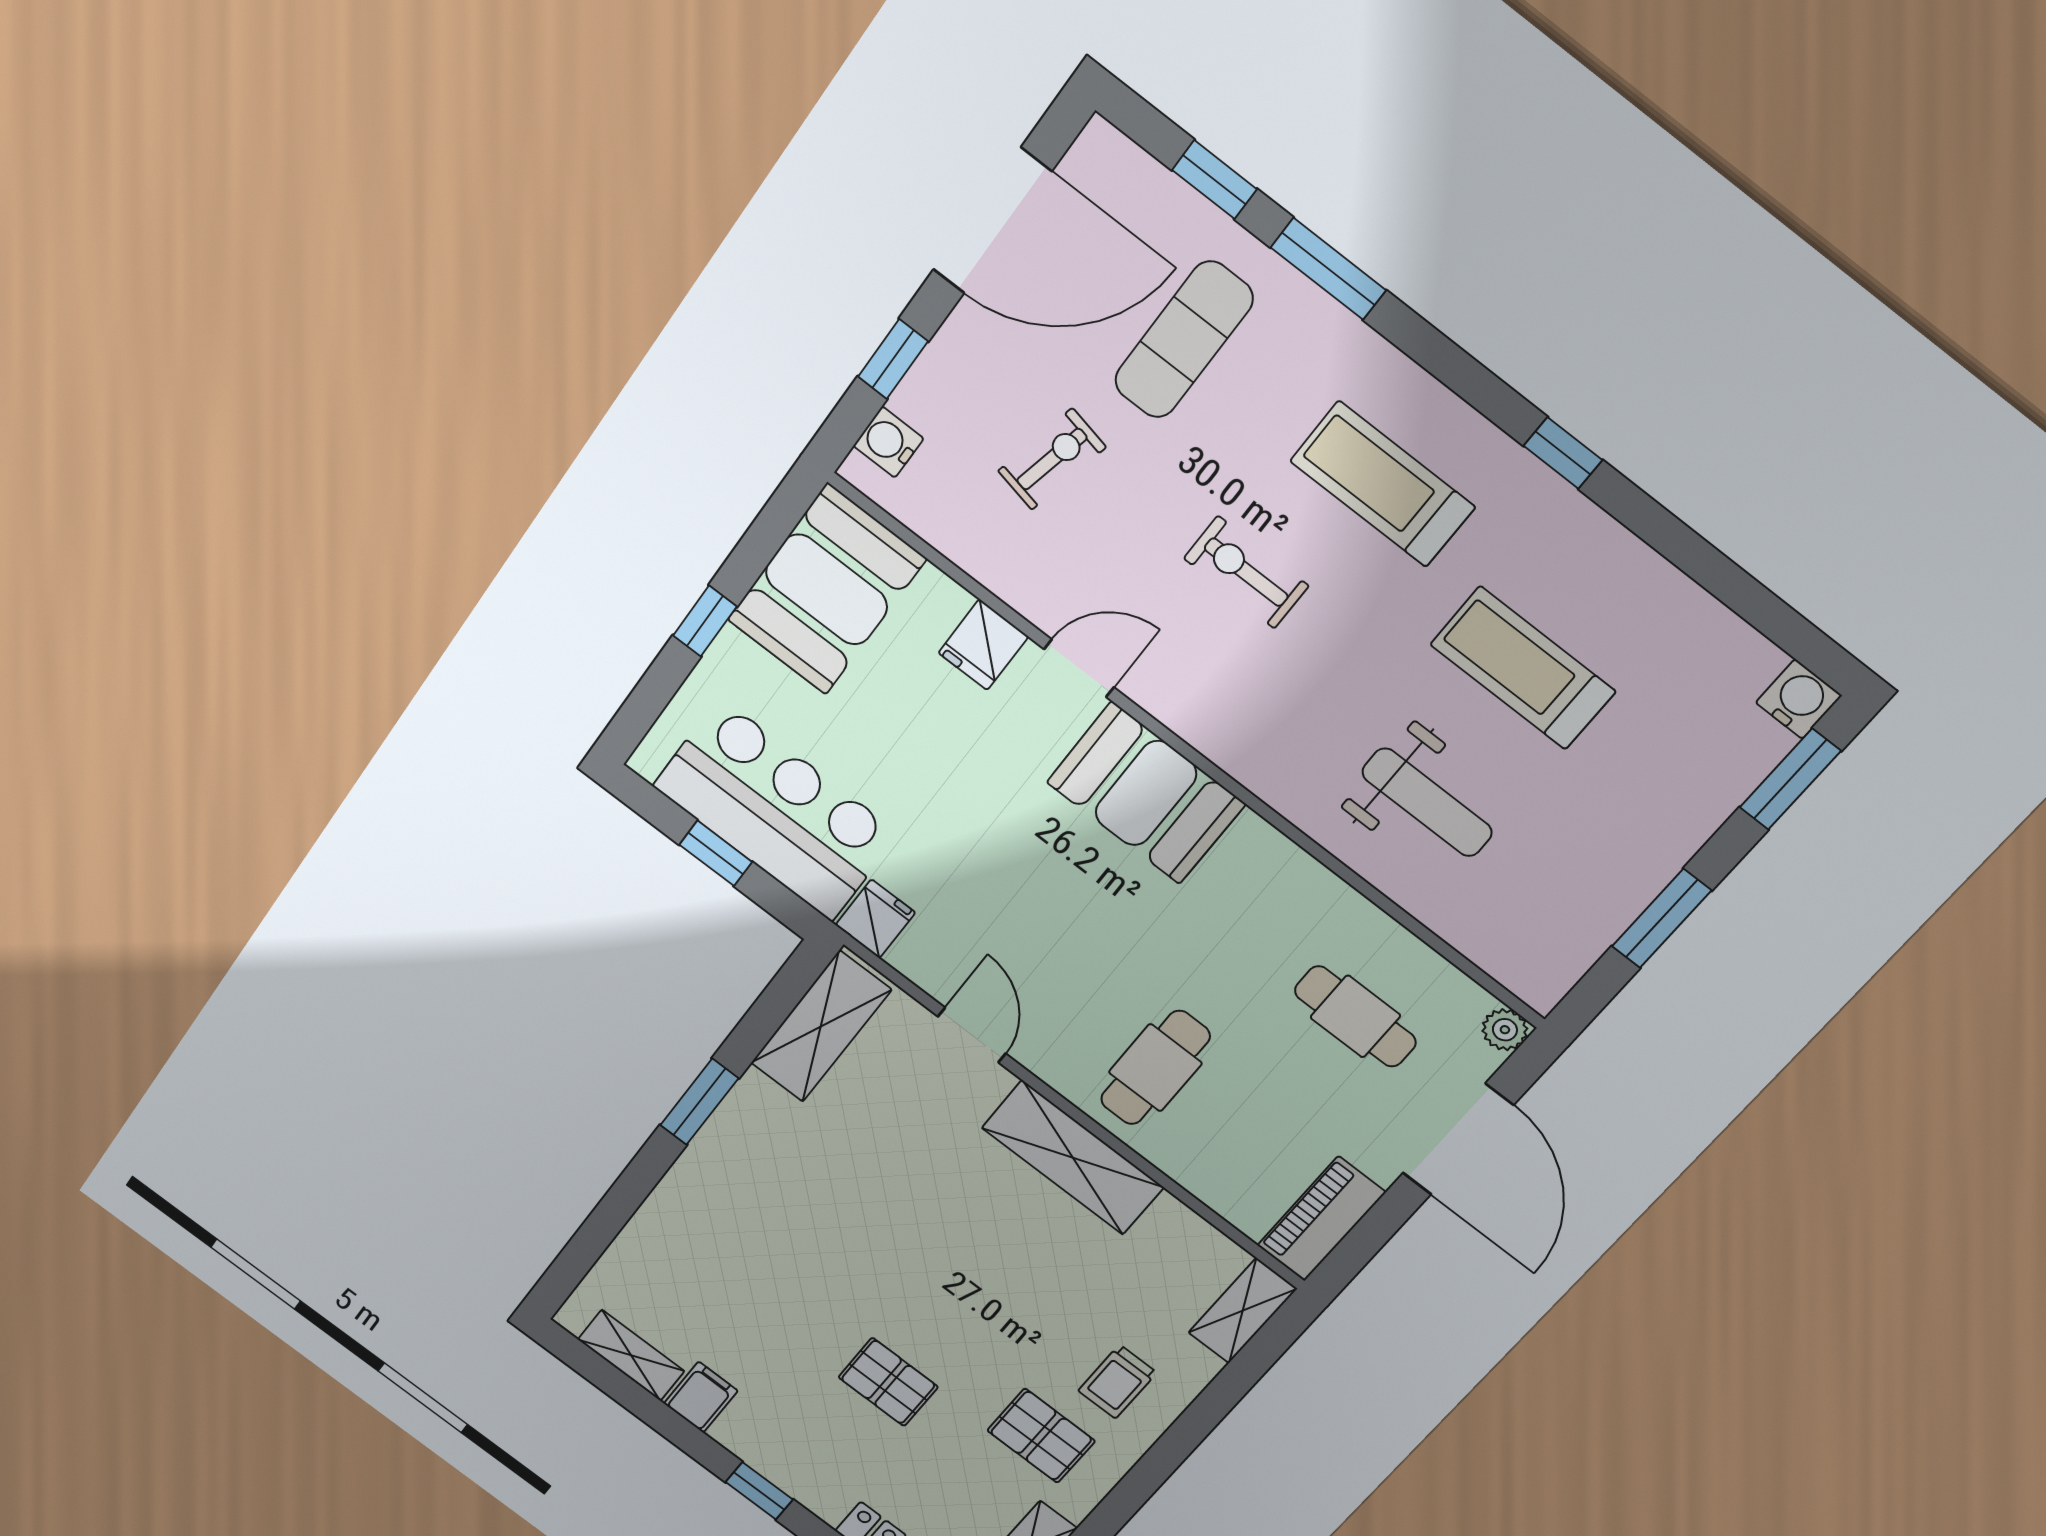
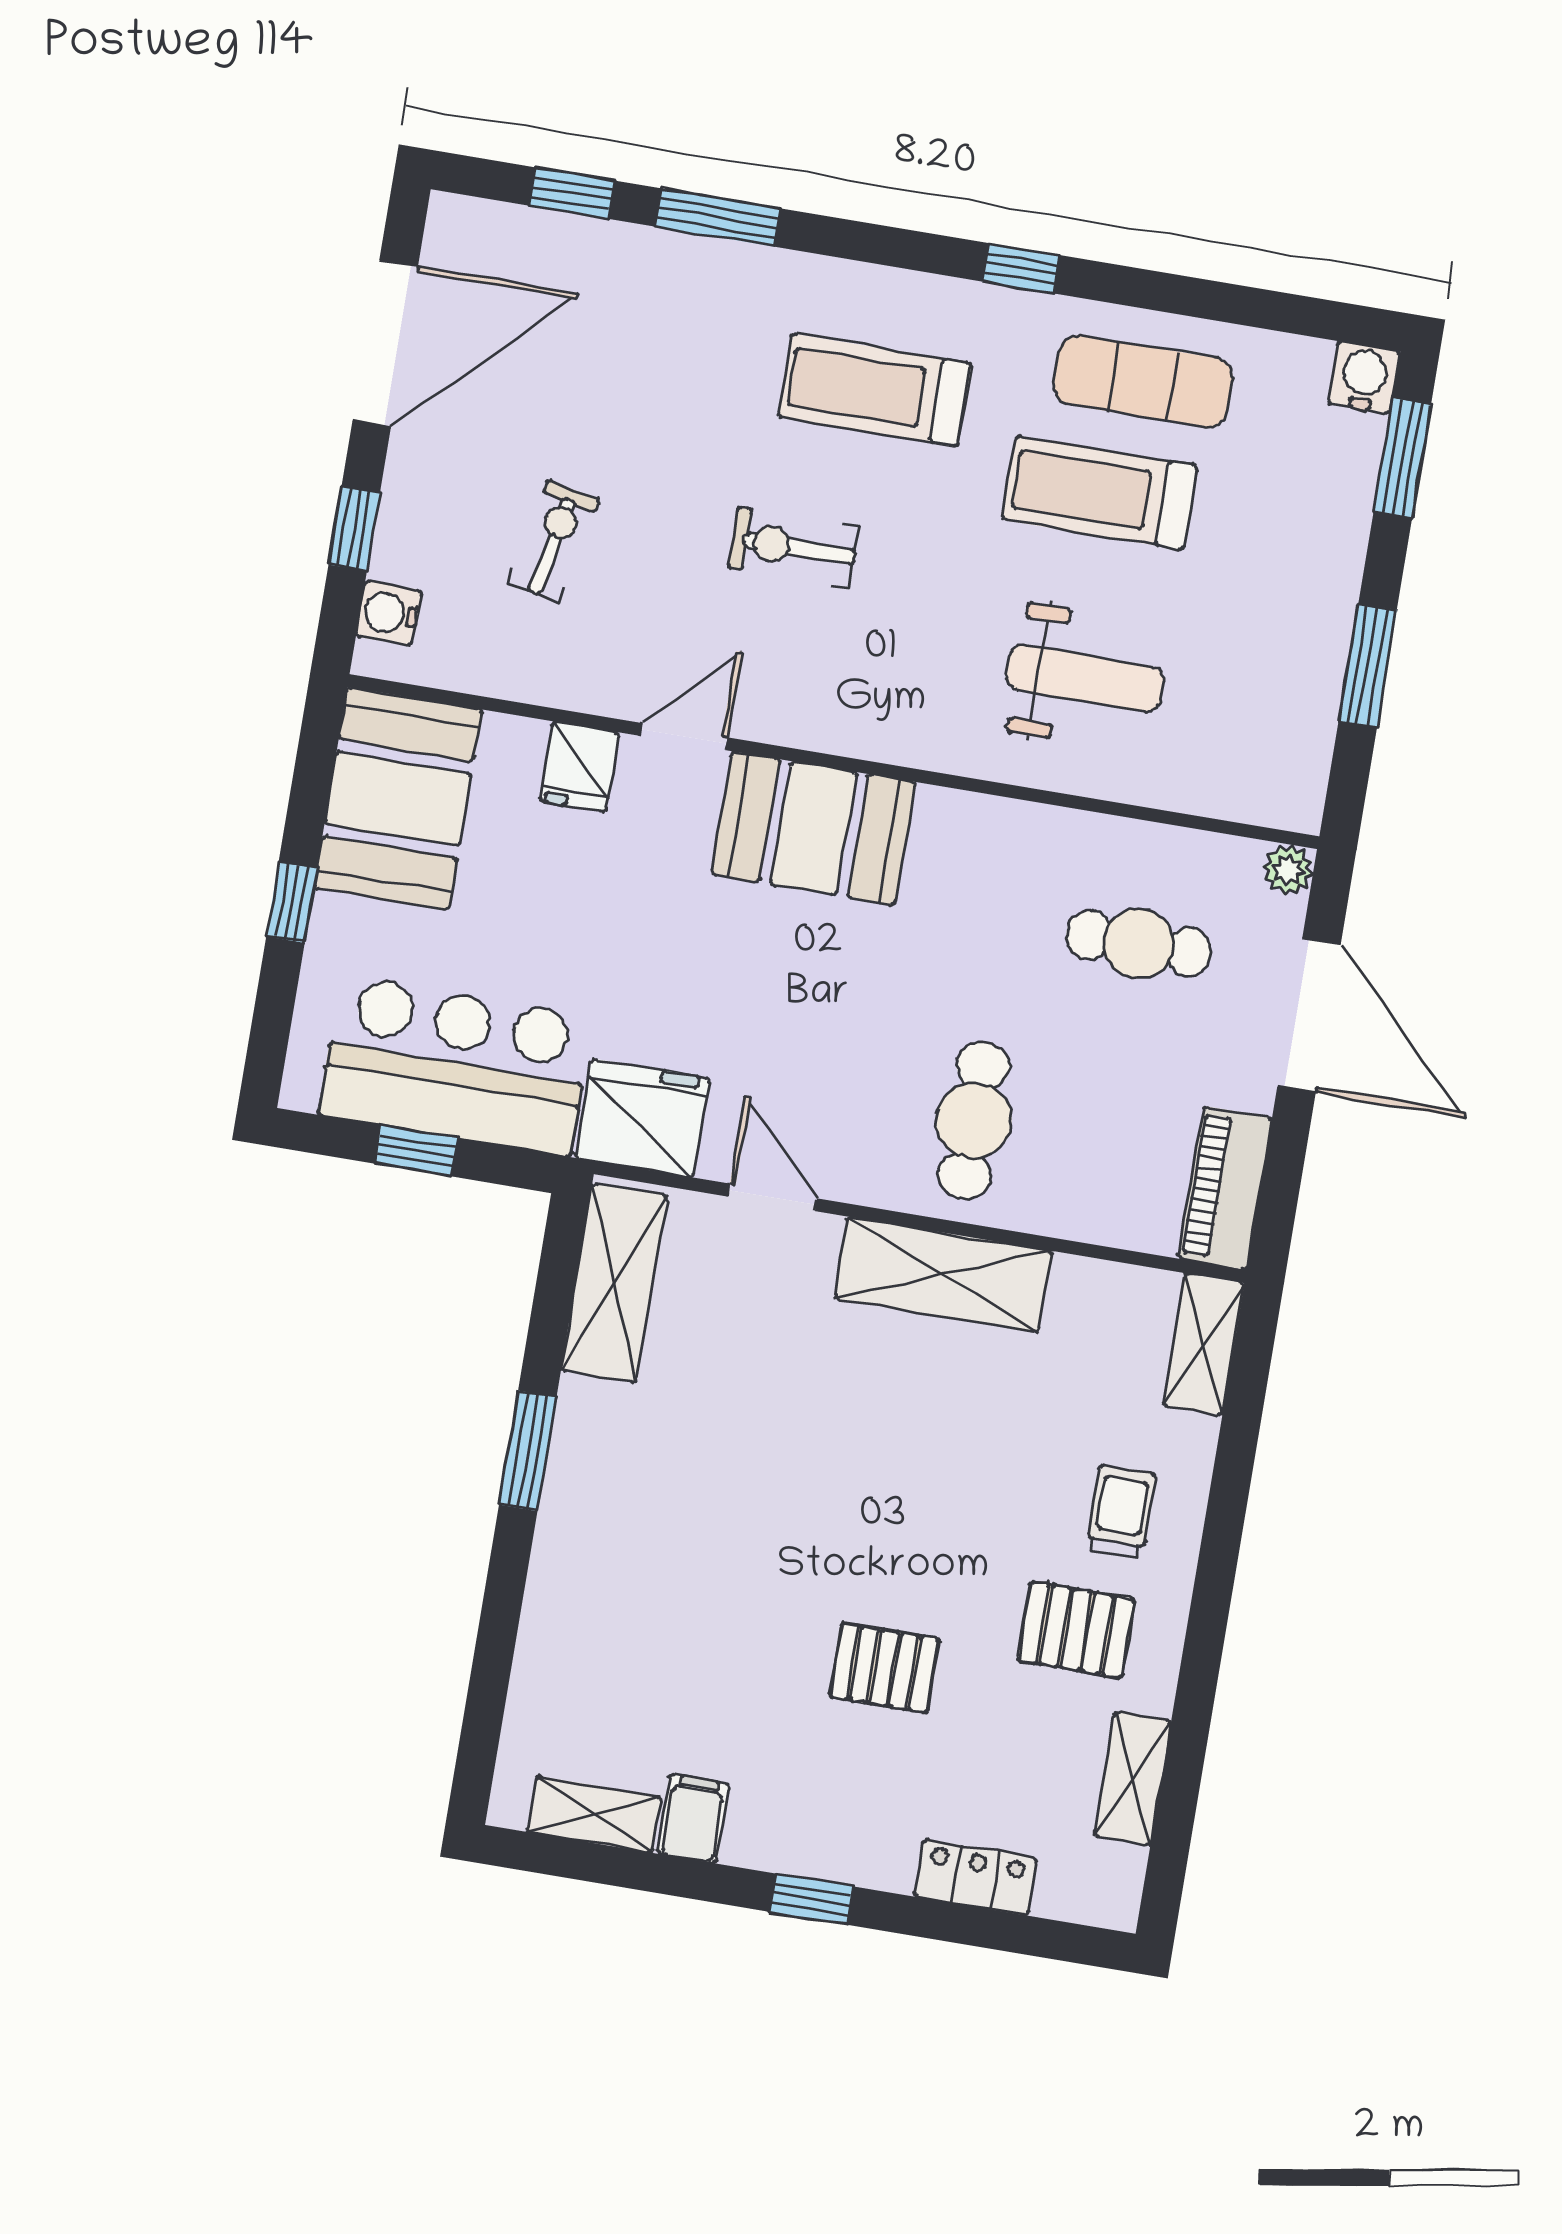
exercise mat: (1184, 340) -> (1143, 382), moved, turned 90
fridge: (875, 919) -> (642, 1118), width x1.88, depth x1.34
trolley: (1117, 1382) -> (1121, 1511), turned 180

